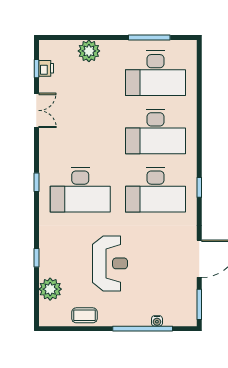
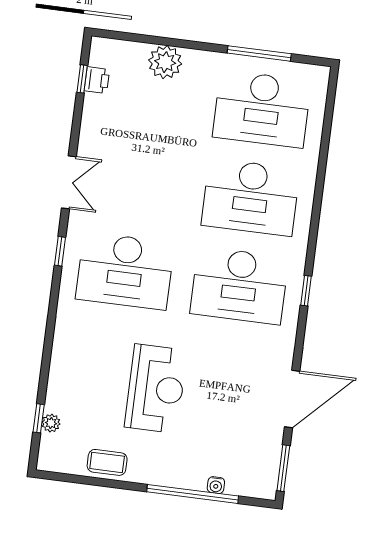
double door: (36, 110) -> (69, 182), moved
window: (36, 258) -> (39, 418), moved
plant: (50, 289) -> (51, 423), width x0.53, depth x0.53

